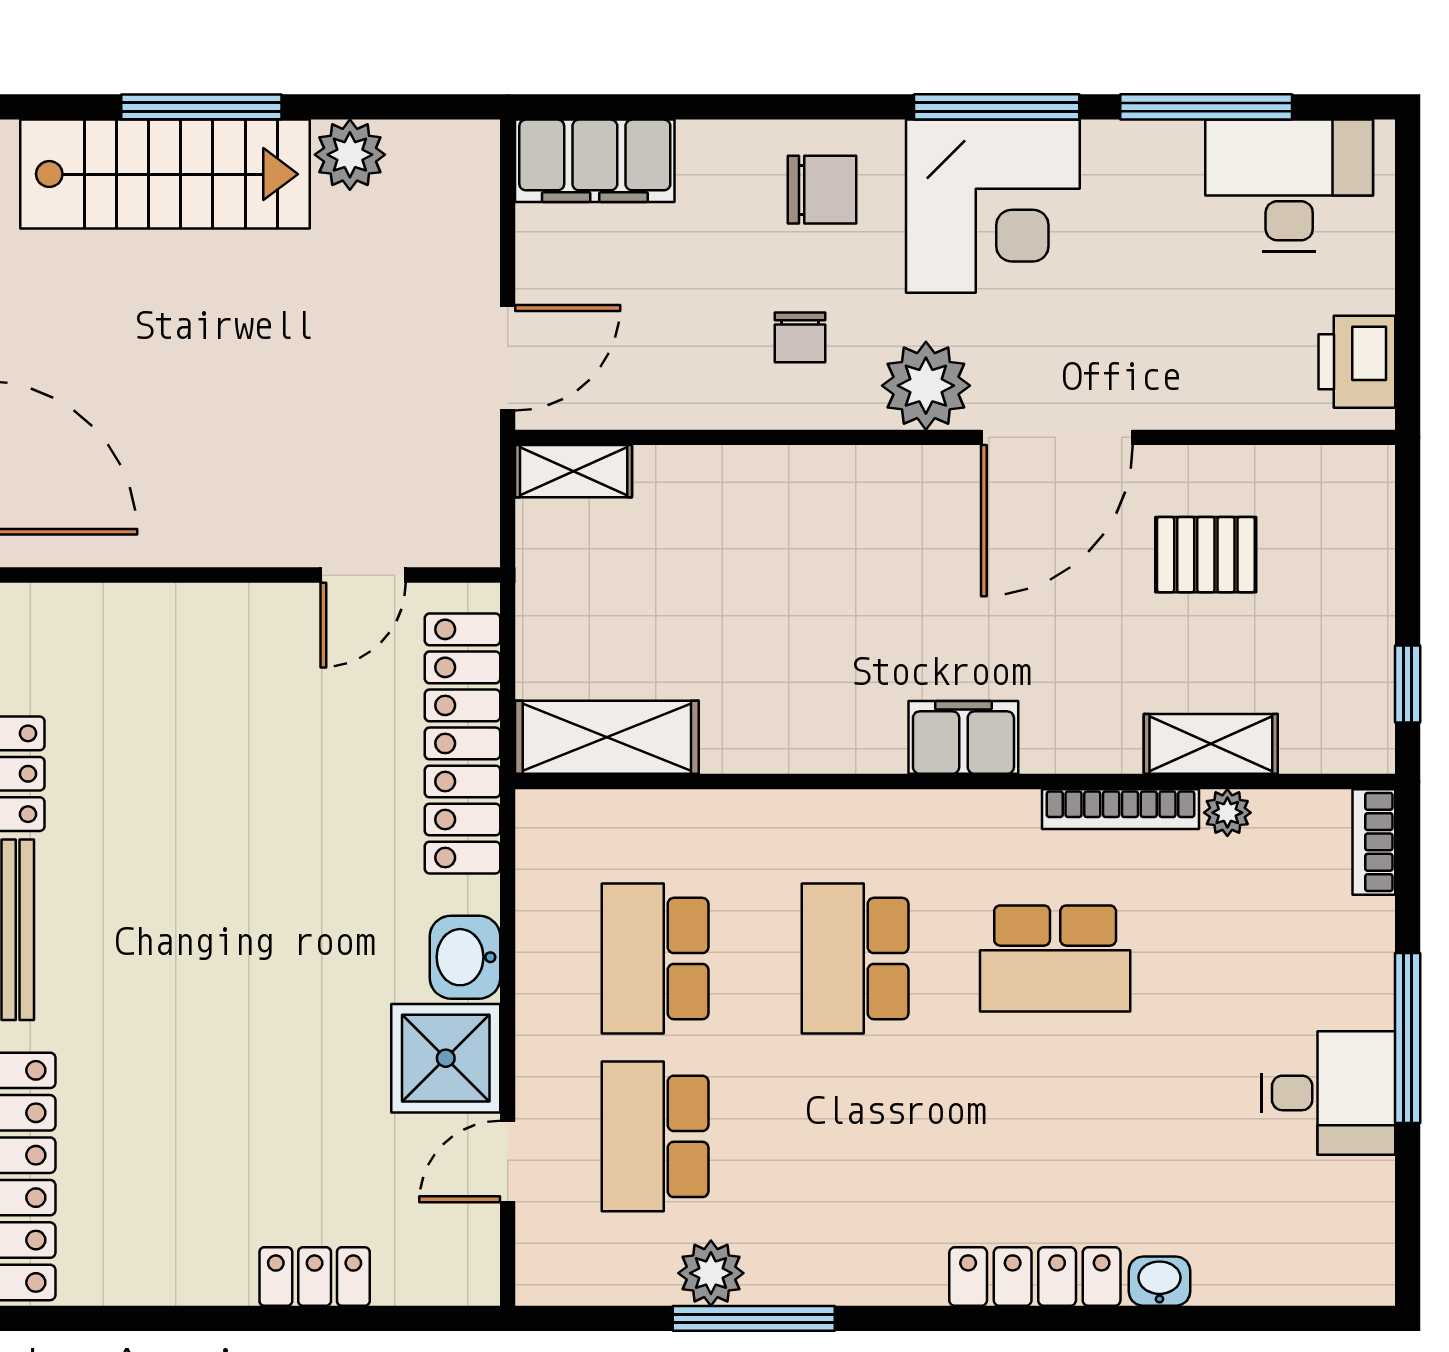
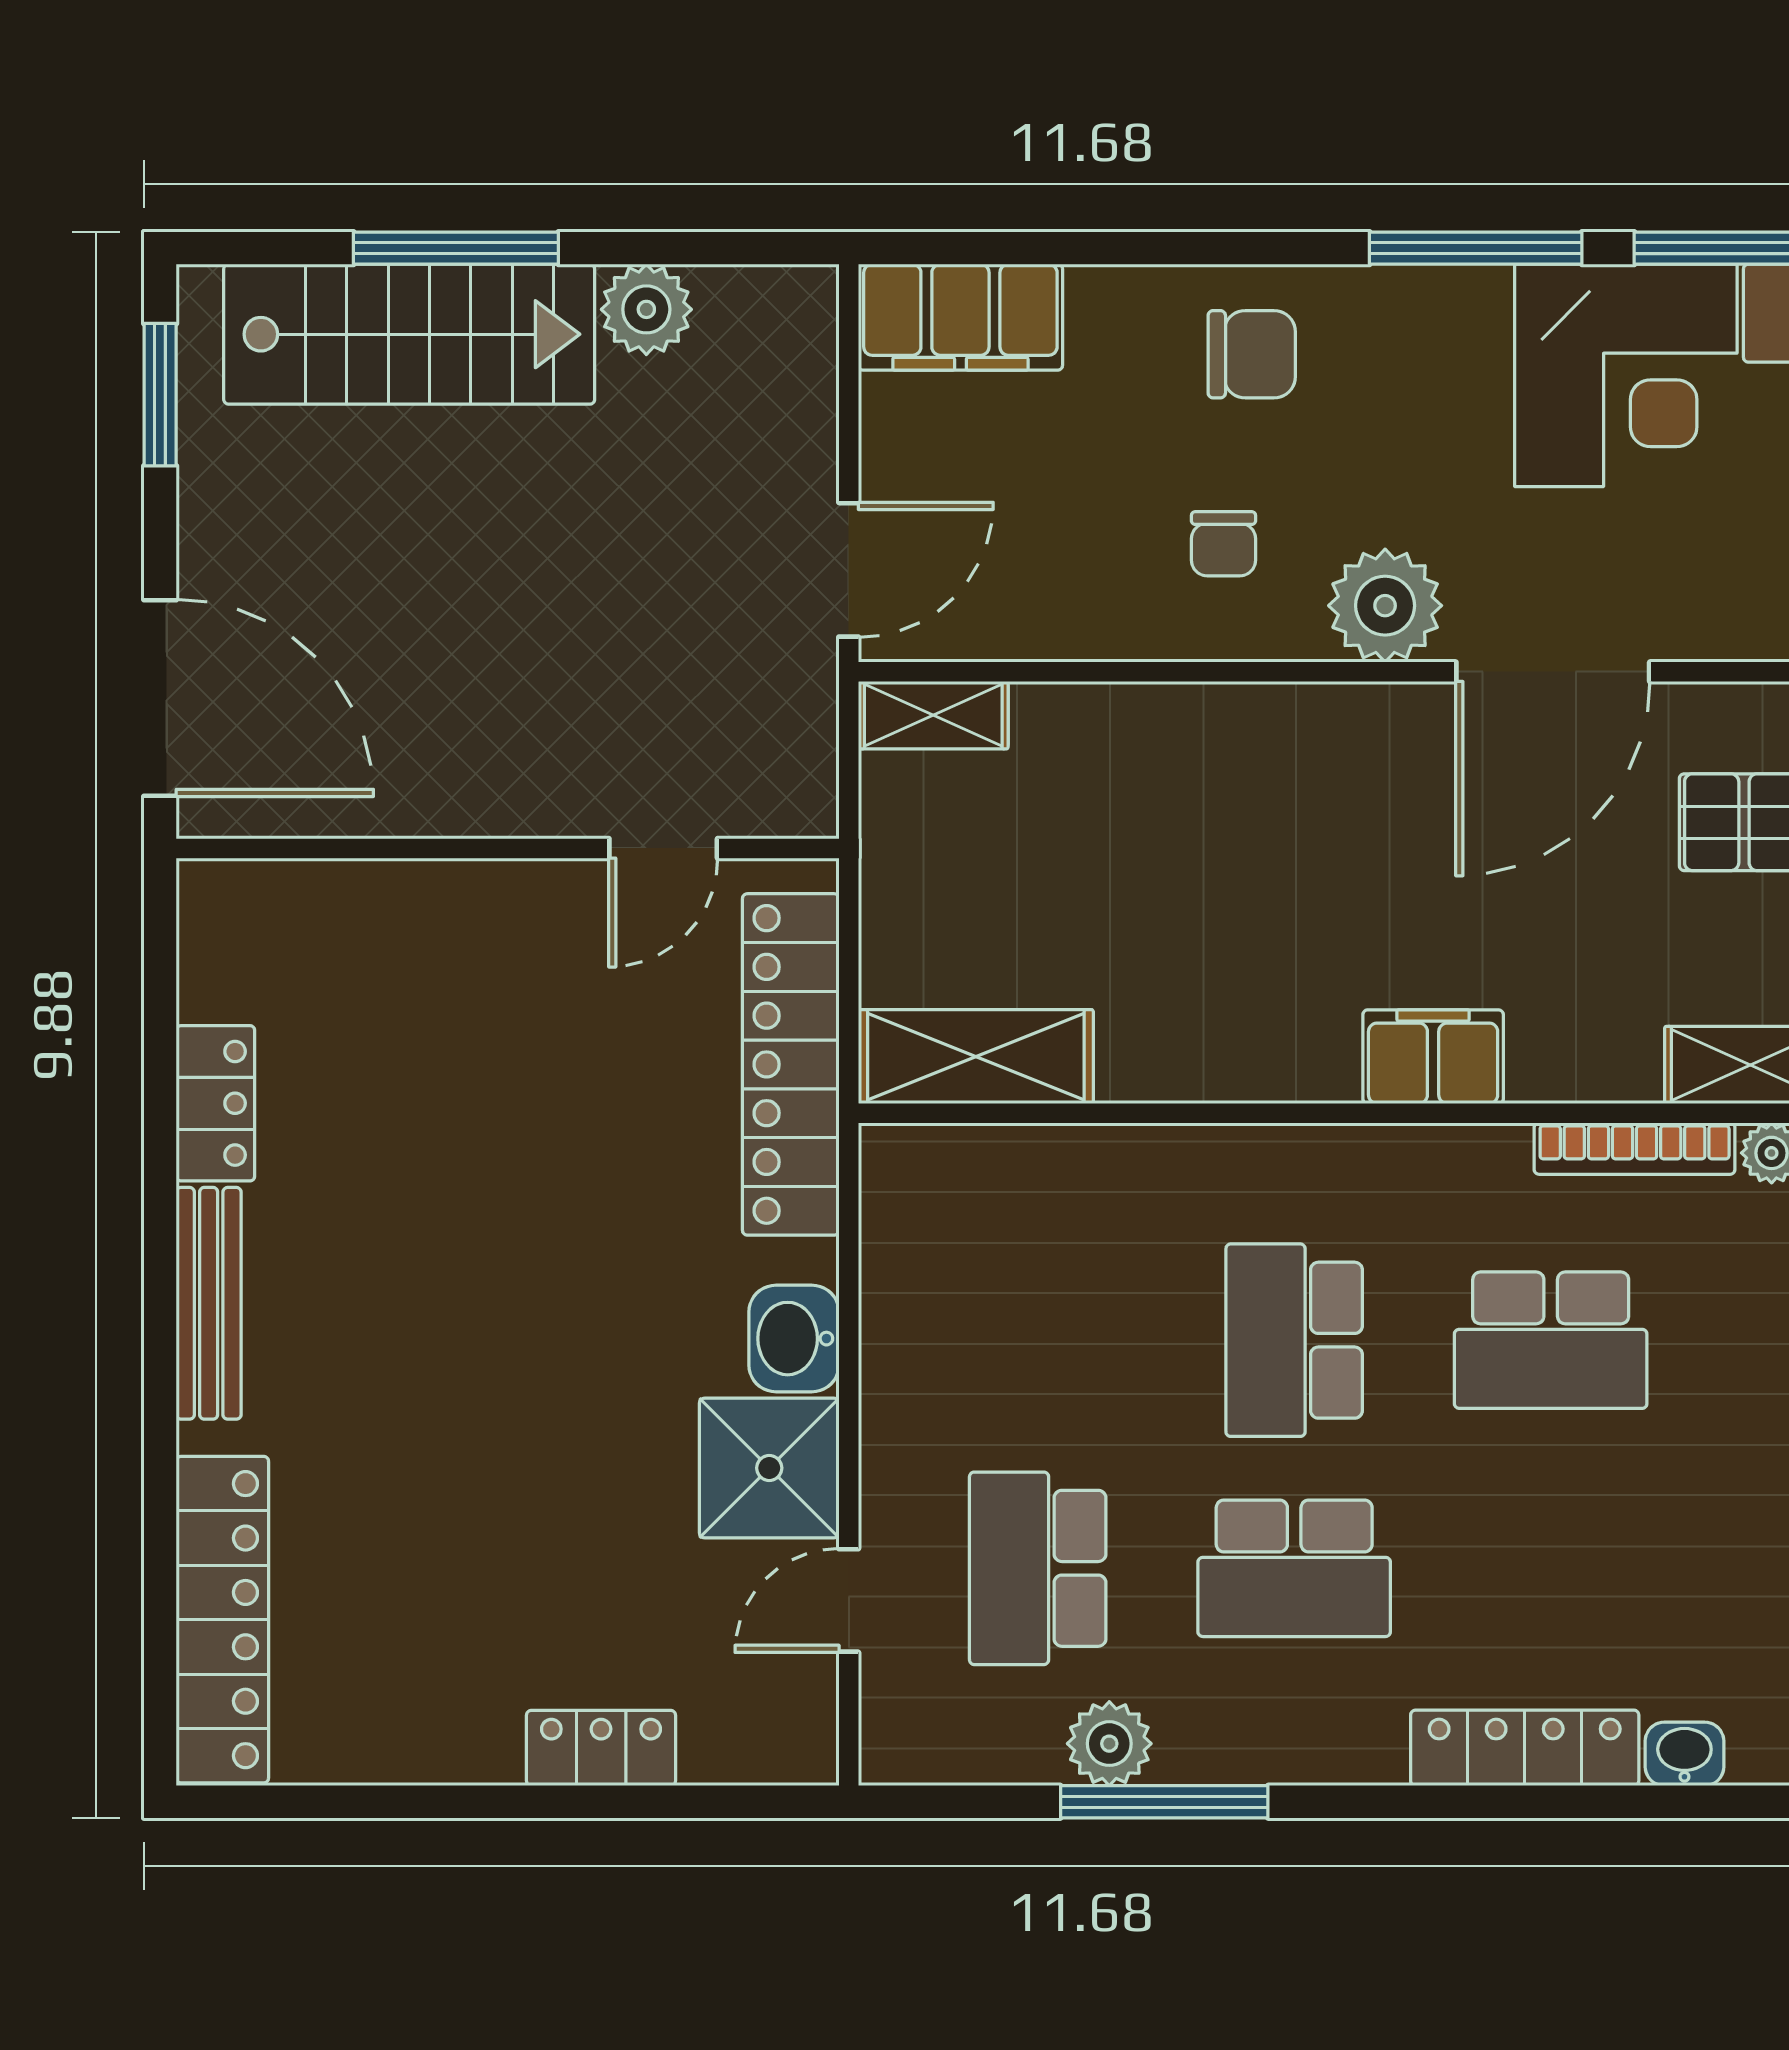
corner desk: (993, 206) -> (1626, 375), moved
school desk: (655, 959) -> (1294, 1568), moved, turned -90

